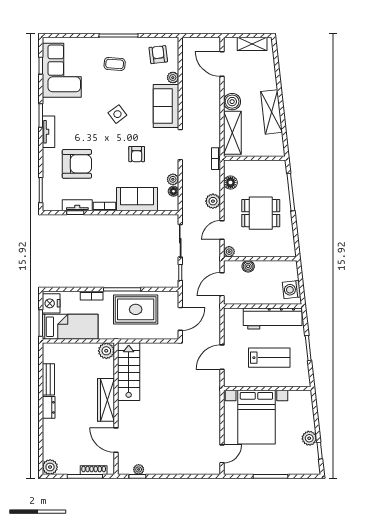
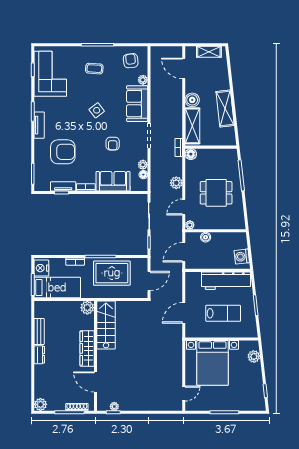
floor lamp: (230, 183) -> (191, 154), moved
plant: (309, 438) -> (254, 356), moved

